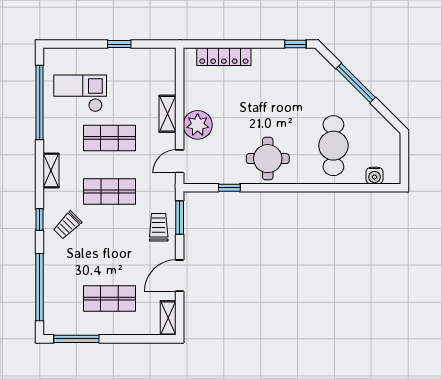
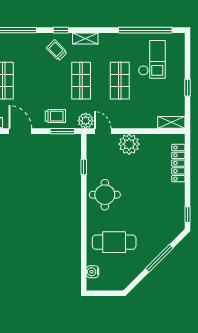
shelving: (168, 114) -> (171, 122), moved
shelving: (51, 171) -> (85, 38), moved
plant: (165, 185) -> (86, 121), added

